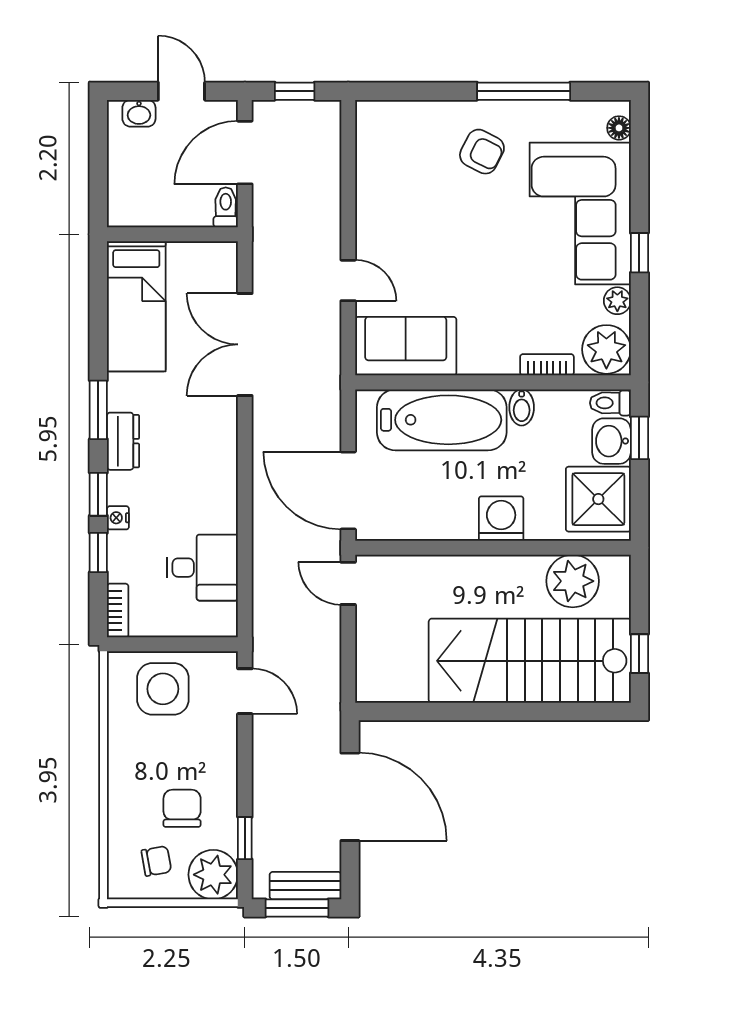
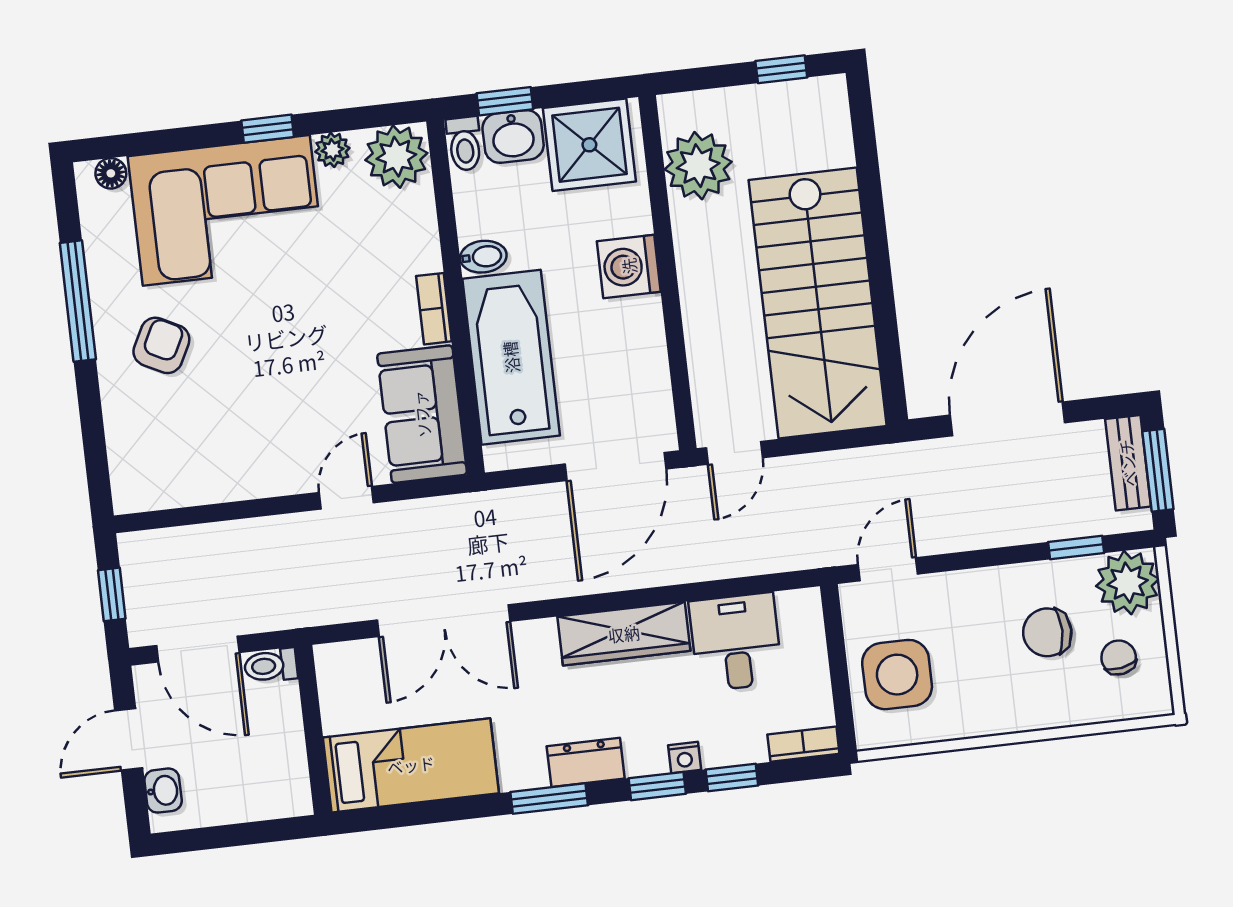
bookcase: (547, 365) -> (434, 309), moved
wardrobe: (219, 482) -> (624, 634), added
stairs: (530, 661) -> (818, 303), moved

